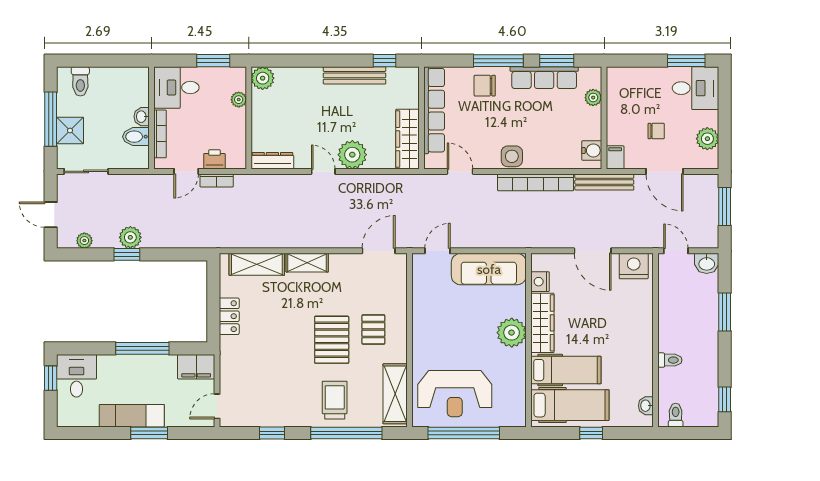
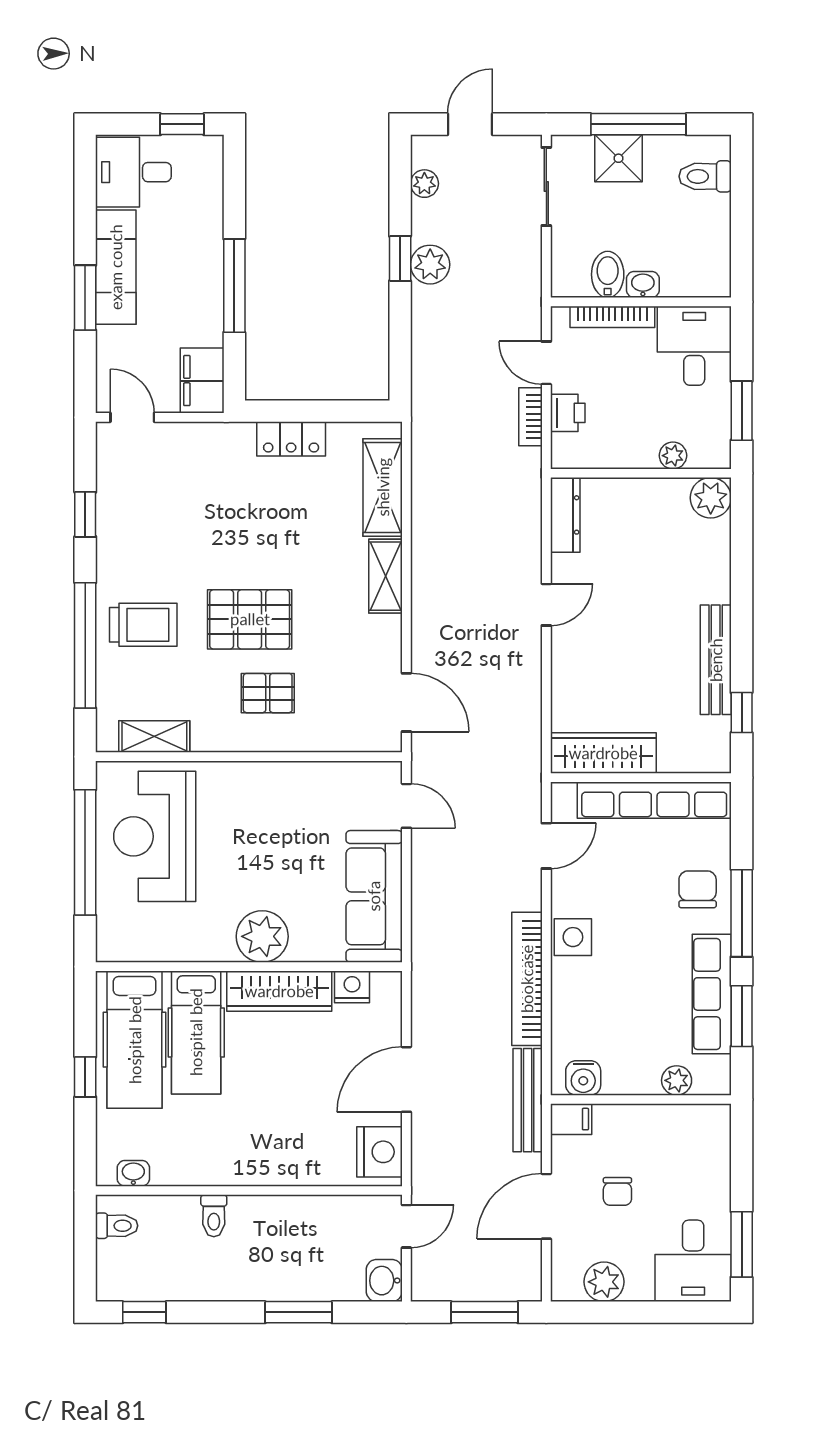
plant: (352, 155) -> (576, 656), removed
desk: (76, 376) -> (133, 172), moved, turned 180
shelving: (395, 394) -> (154, 737), width x0.67, depth x0.75

